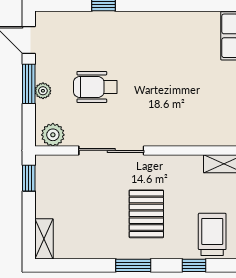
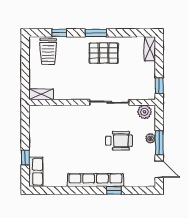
row of seats: (134, 22) -> (95, 180), added
pallet: (146, 214) -> (104, 53), moved, turned 90

